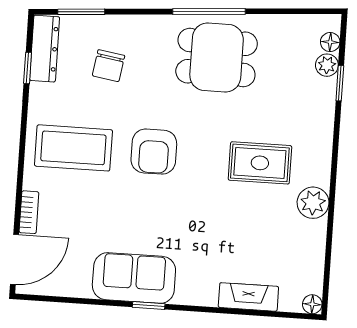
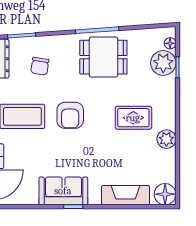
plant: (327, 65) -> (163, 63), width x1.88, depth x1.88
fireplace: (248, 297) -> (126, 195), width x1.37, depth x1.32
floor lamp: (312, 304) -> (165, 194), width x1.89, depth x1.89

